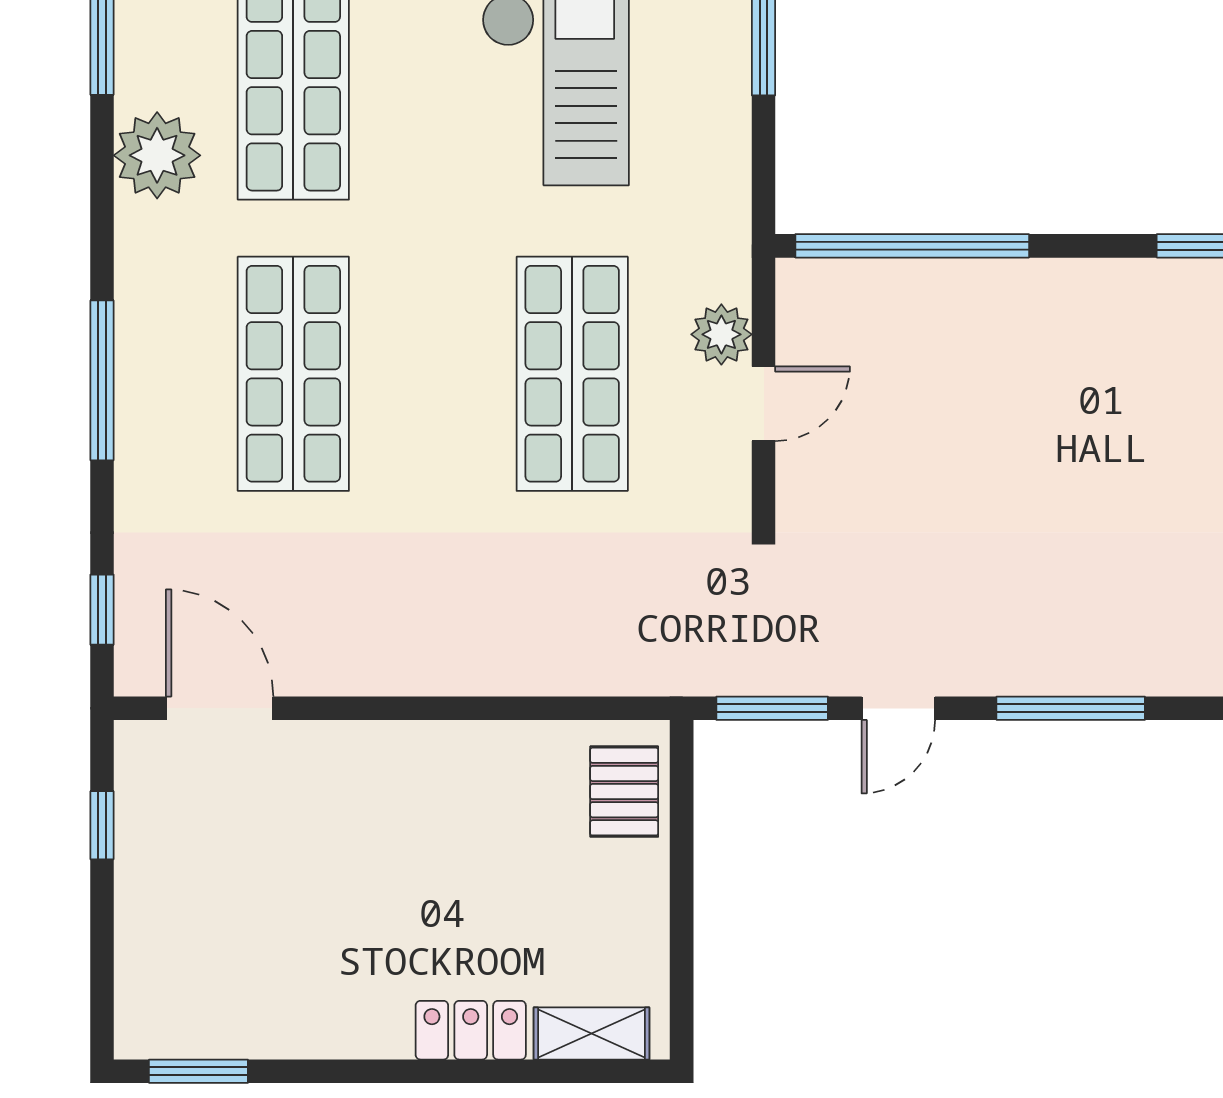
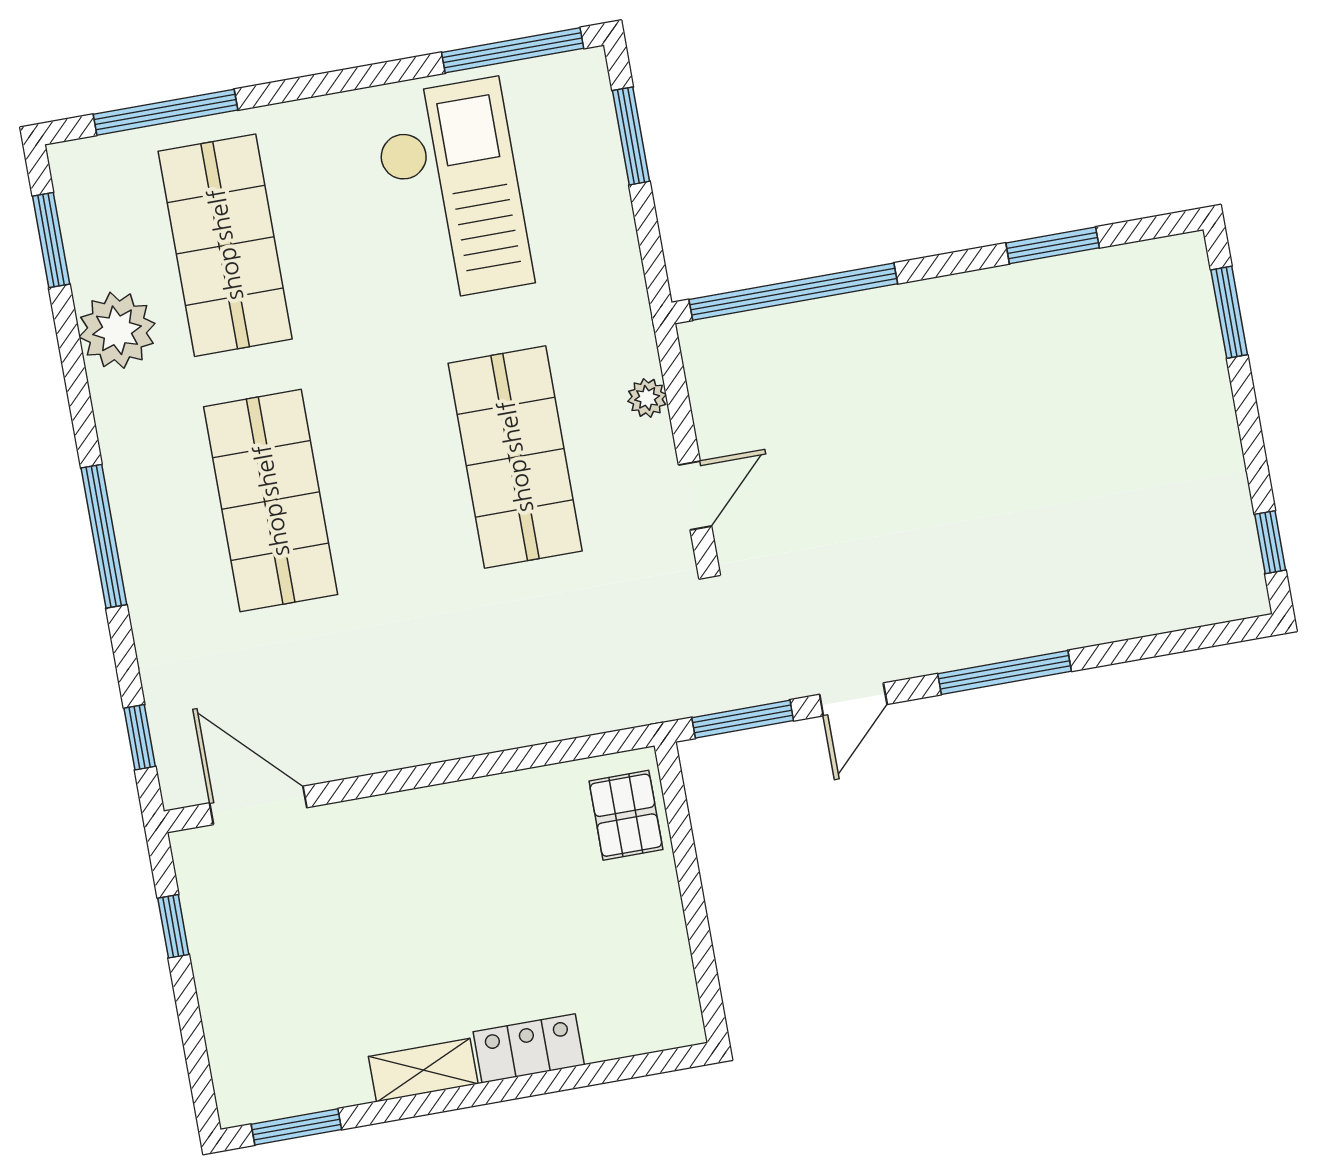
plant: (721, 334) -> (647, 398), width x0.73, depth x0.73
door: (764, 404) -> (695, 496), moved
shelving: (592, 1033) -> (423, 1070), moved

